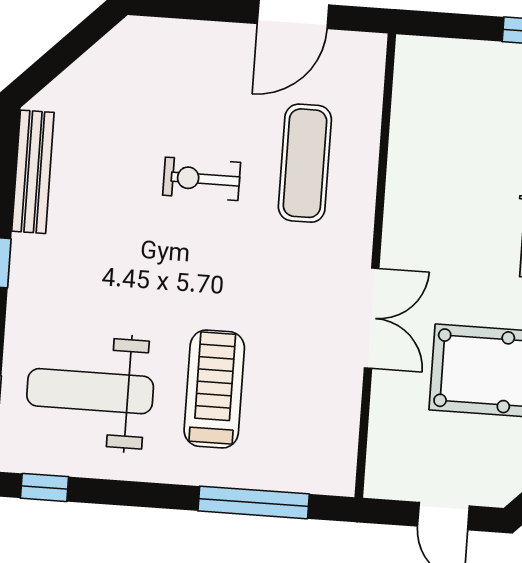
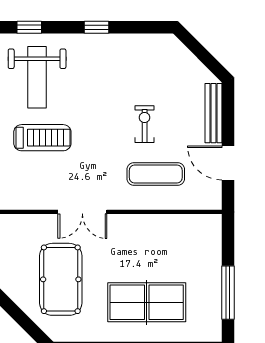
bench: (33, 172) -> (214, 113), moved, turned 90
weight bench: (90, 391) -> (37, 77), turned 180

